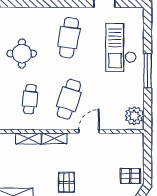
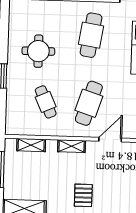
cafe table: (30, 99) -> (46, 102), turned -30
shelving: (28, 138) -> (31, 145), moved

